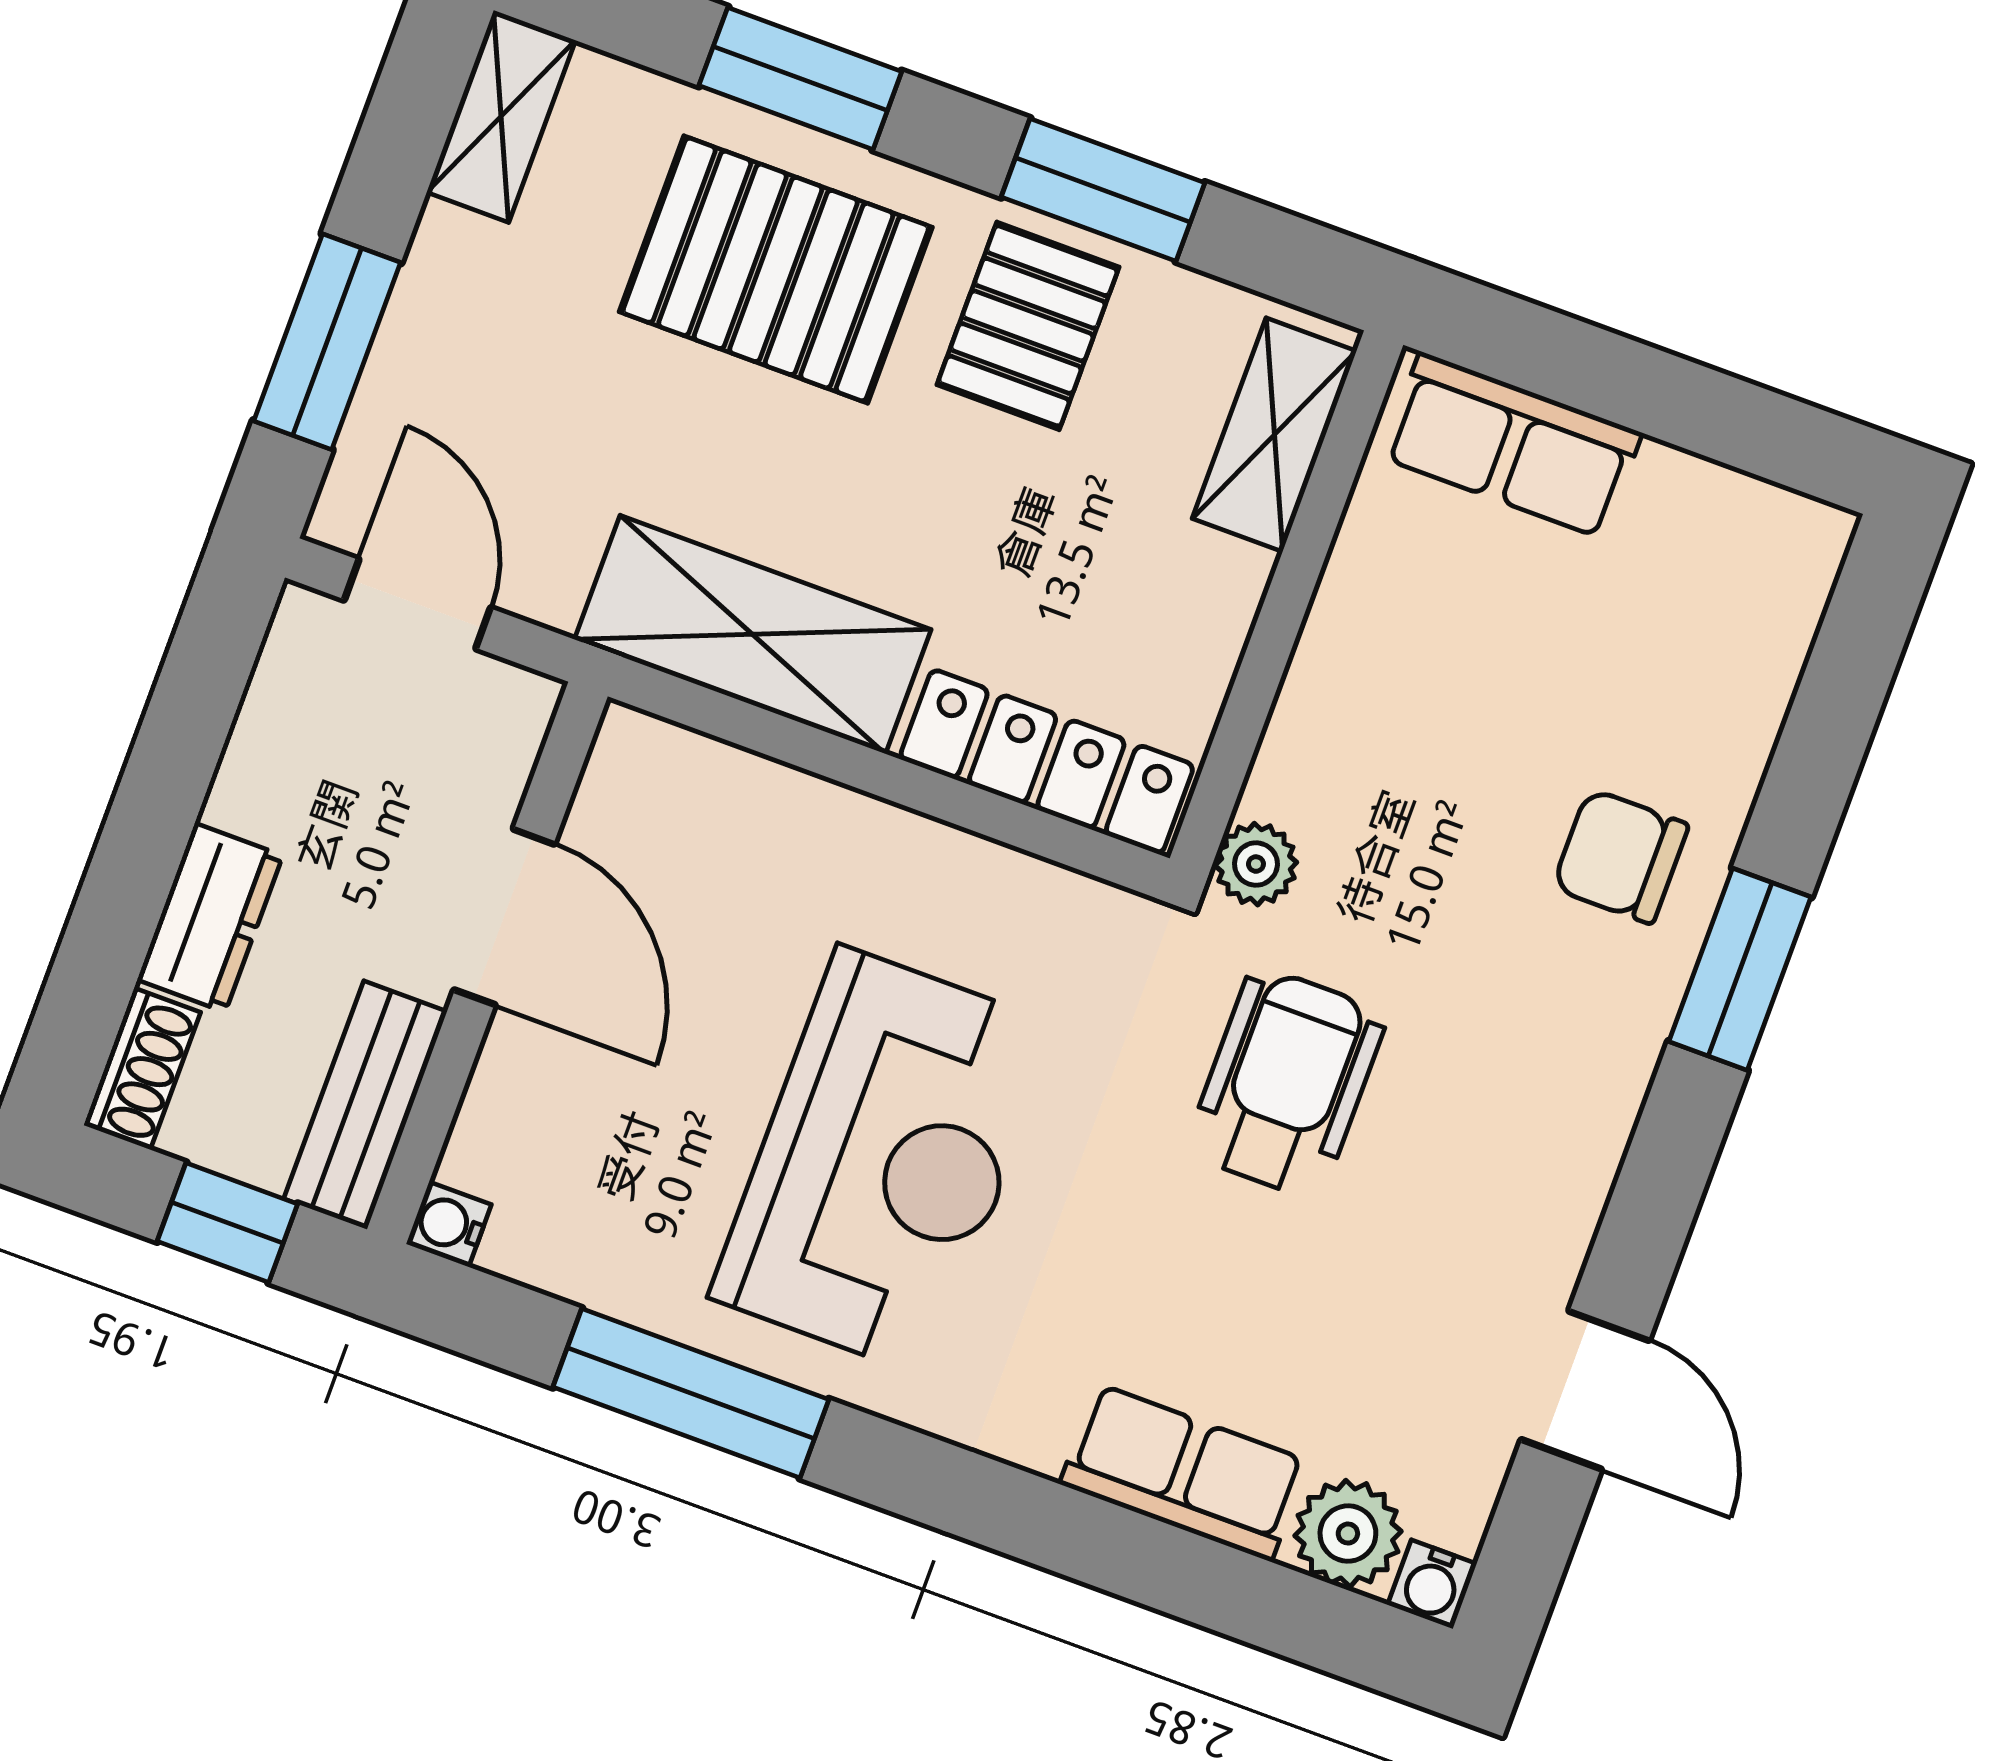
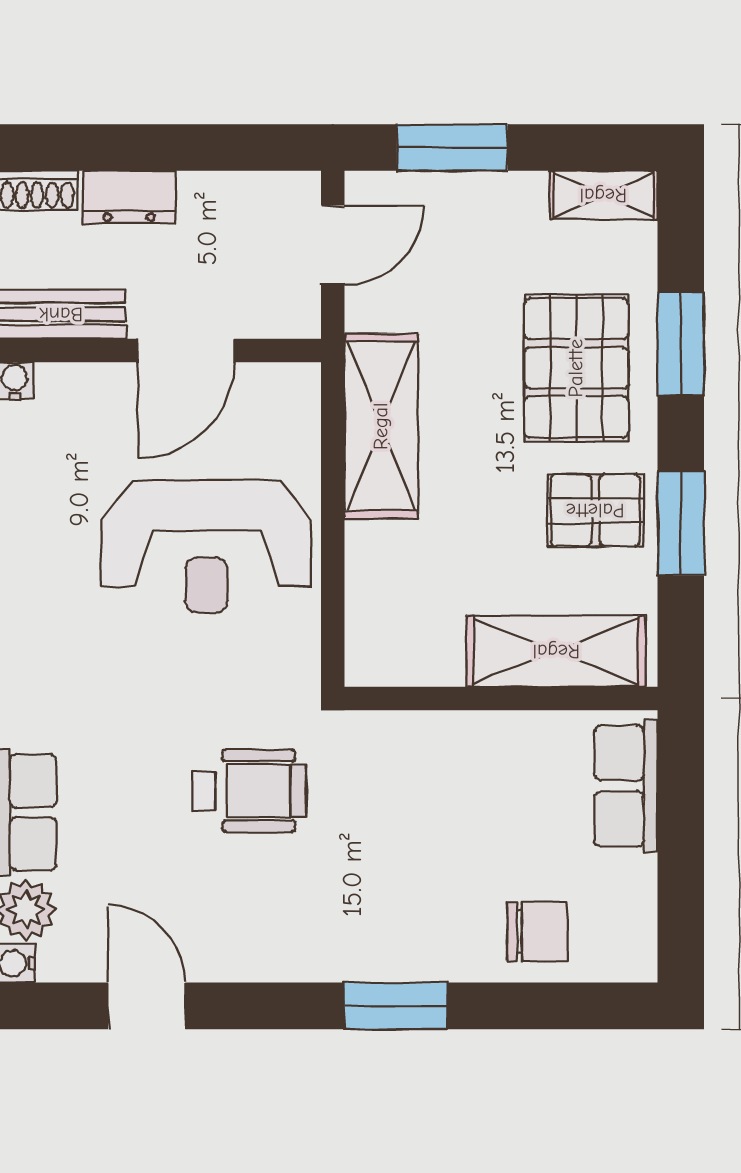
shelving: (1274, 435) -> (556, 651), width x1.50, depth x1.33
locker: (1047, 762) -> (371, 604), removed
chair: (1620, 856) -> (537, 931), moved, turned 90
plant: (1256, 864) -> (358, 733), removed
reception desk: (884, 1161) -> (207, 546), moved
door: (1585, 1390) -> (147, 1006), swing flipped

